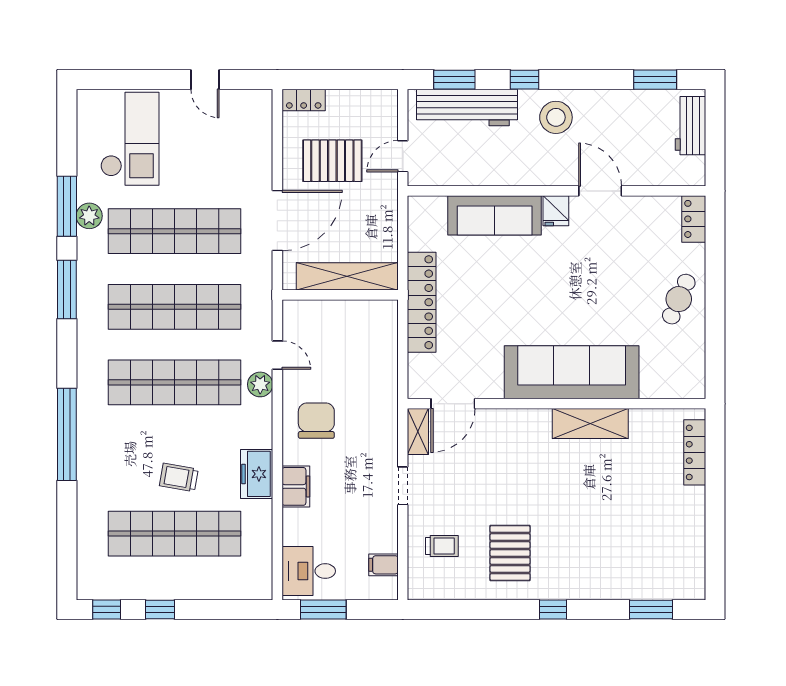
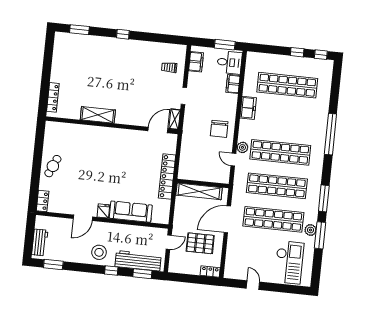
checkout: (130, 139) -> (289, 262), turned 180
door: (600, 191) -> (83, 218), hinge flipped
sofa: (572, 372) -> (104, 139), removed
trolley: (179, 477) -> (283, 110), removed
filing cabinet: (296, 486) -> (233, 84), moved
pallet: (510, 553) -> (139, 61), removed
filing cabinet: (383, 565) -> (196, 62), width x2.00

